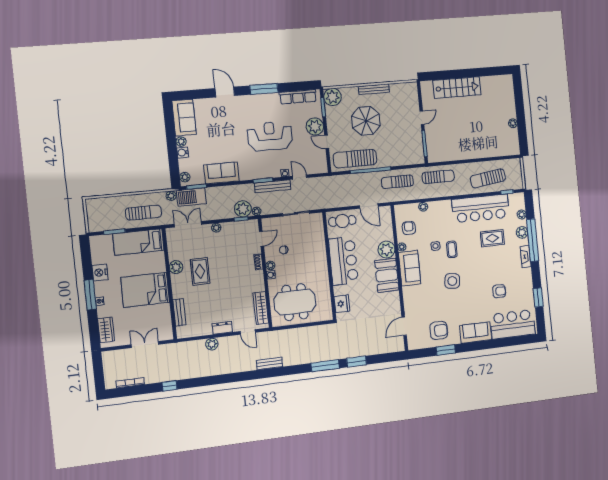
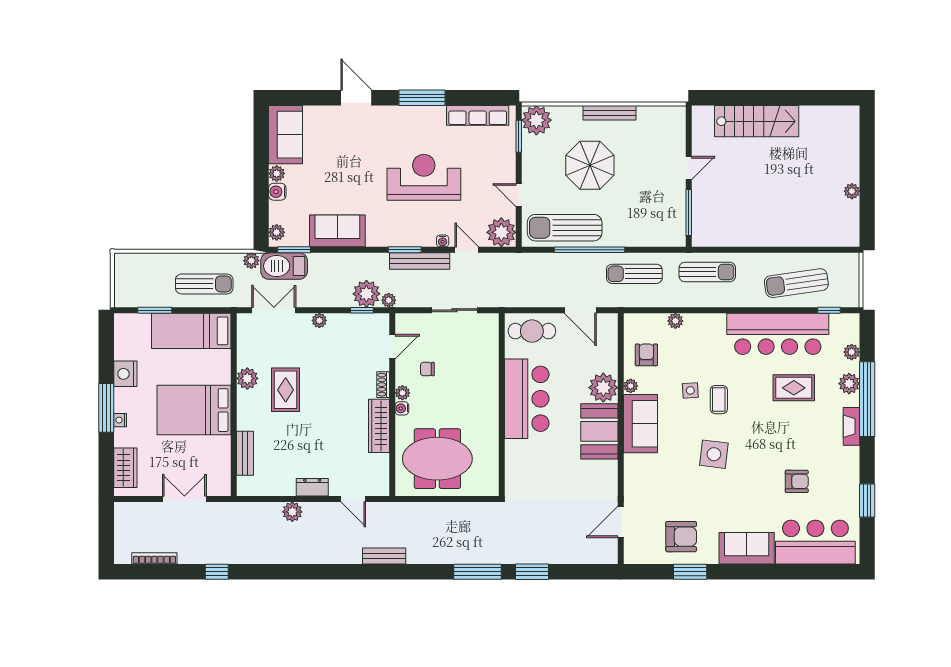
plant: (315, 127) -> (501, 232), moved
fridge: (342, 304) -> (517, 471), removed
wardrobe: (261, 308) -> (379, 426), moved

